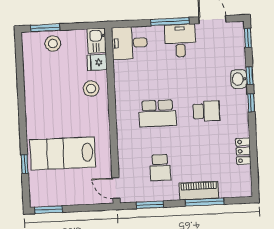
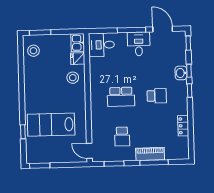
stool: (53, 44) -> (33, 51), moved

